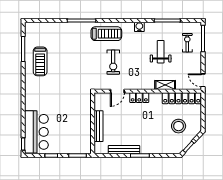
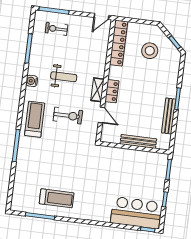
weight bench: (161, 52) -> (64, 77), moved, turned 180
shelving: (165, 85) -> (97, 90), moved

